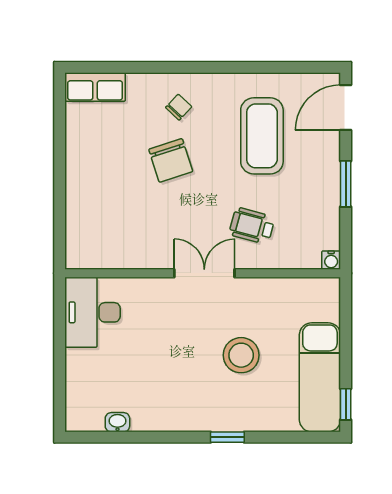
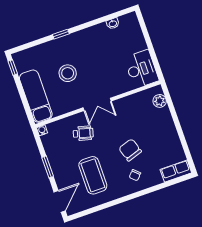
plant: (79, 237) -> (160, 101), added
exam couch: (320, 377) -> (36, 96), moved

